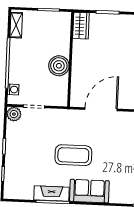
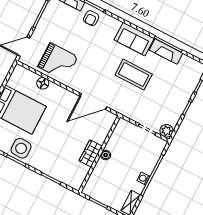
wardrobe: (81, 26) -> (91, 153), moved
boiler: (59, 66) -> (106, 155), width x0.54, depth x0.54
washing machine: (13, 89) -> (144, 179), moved

